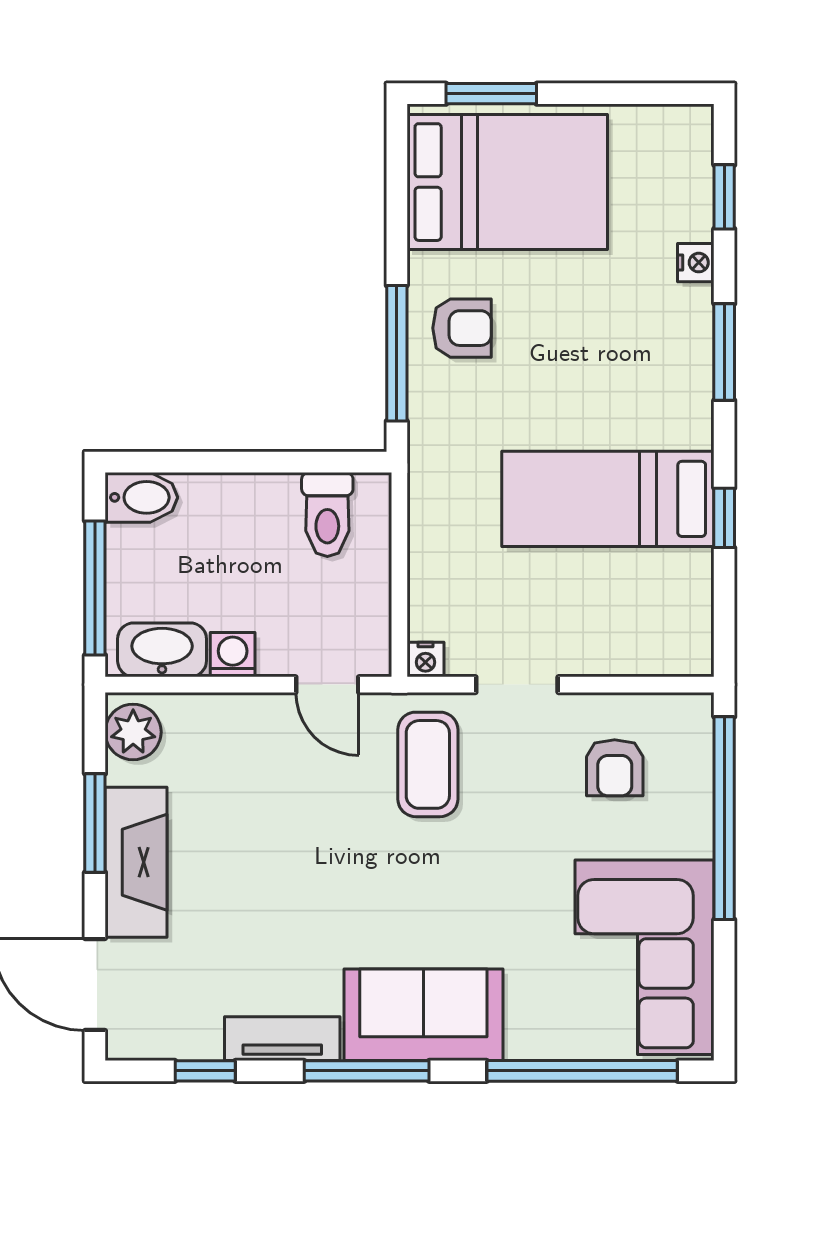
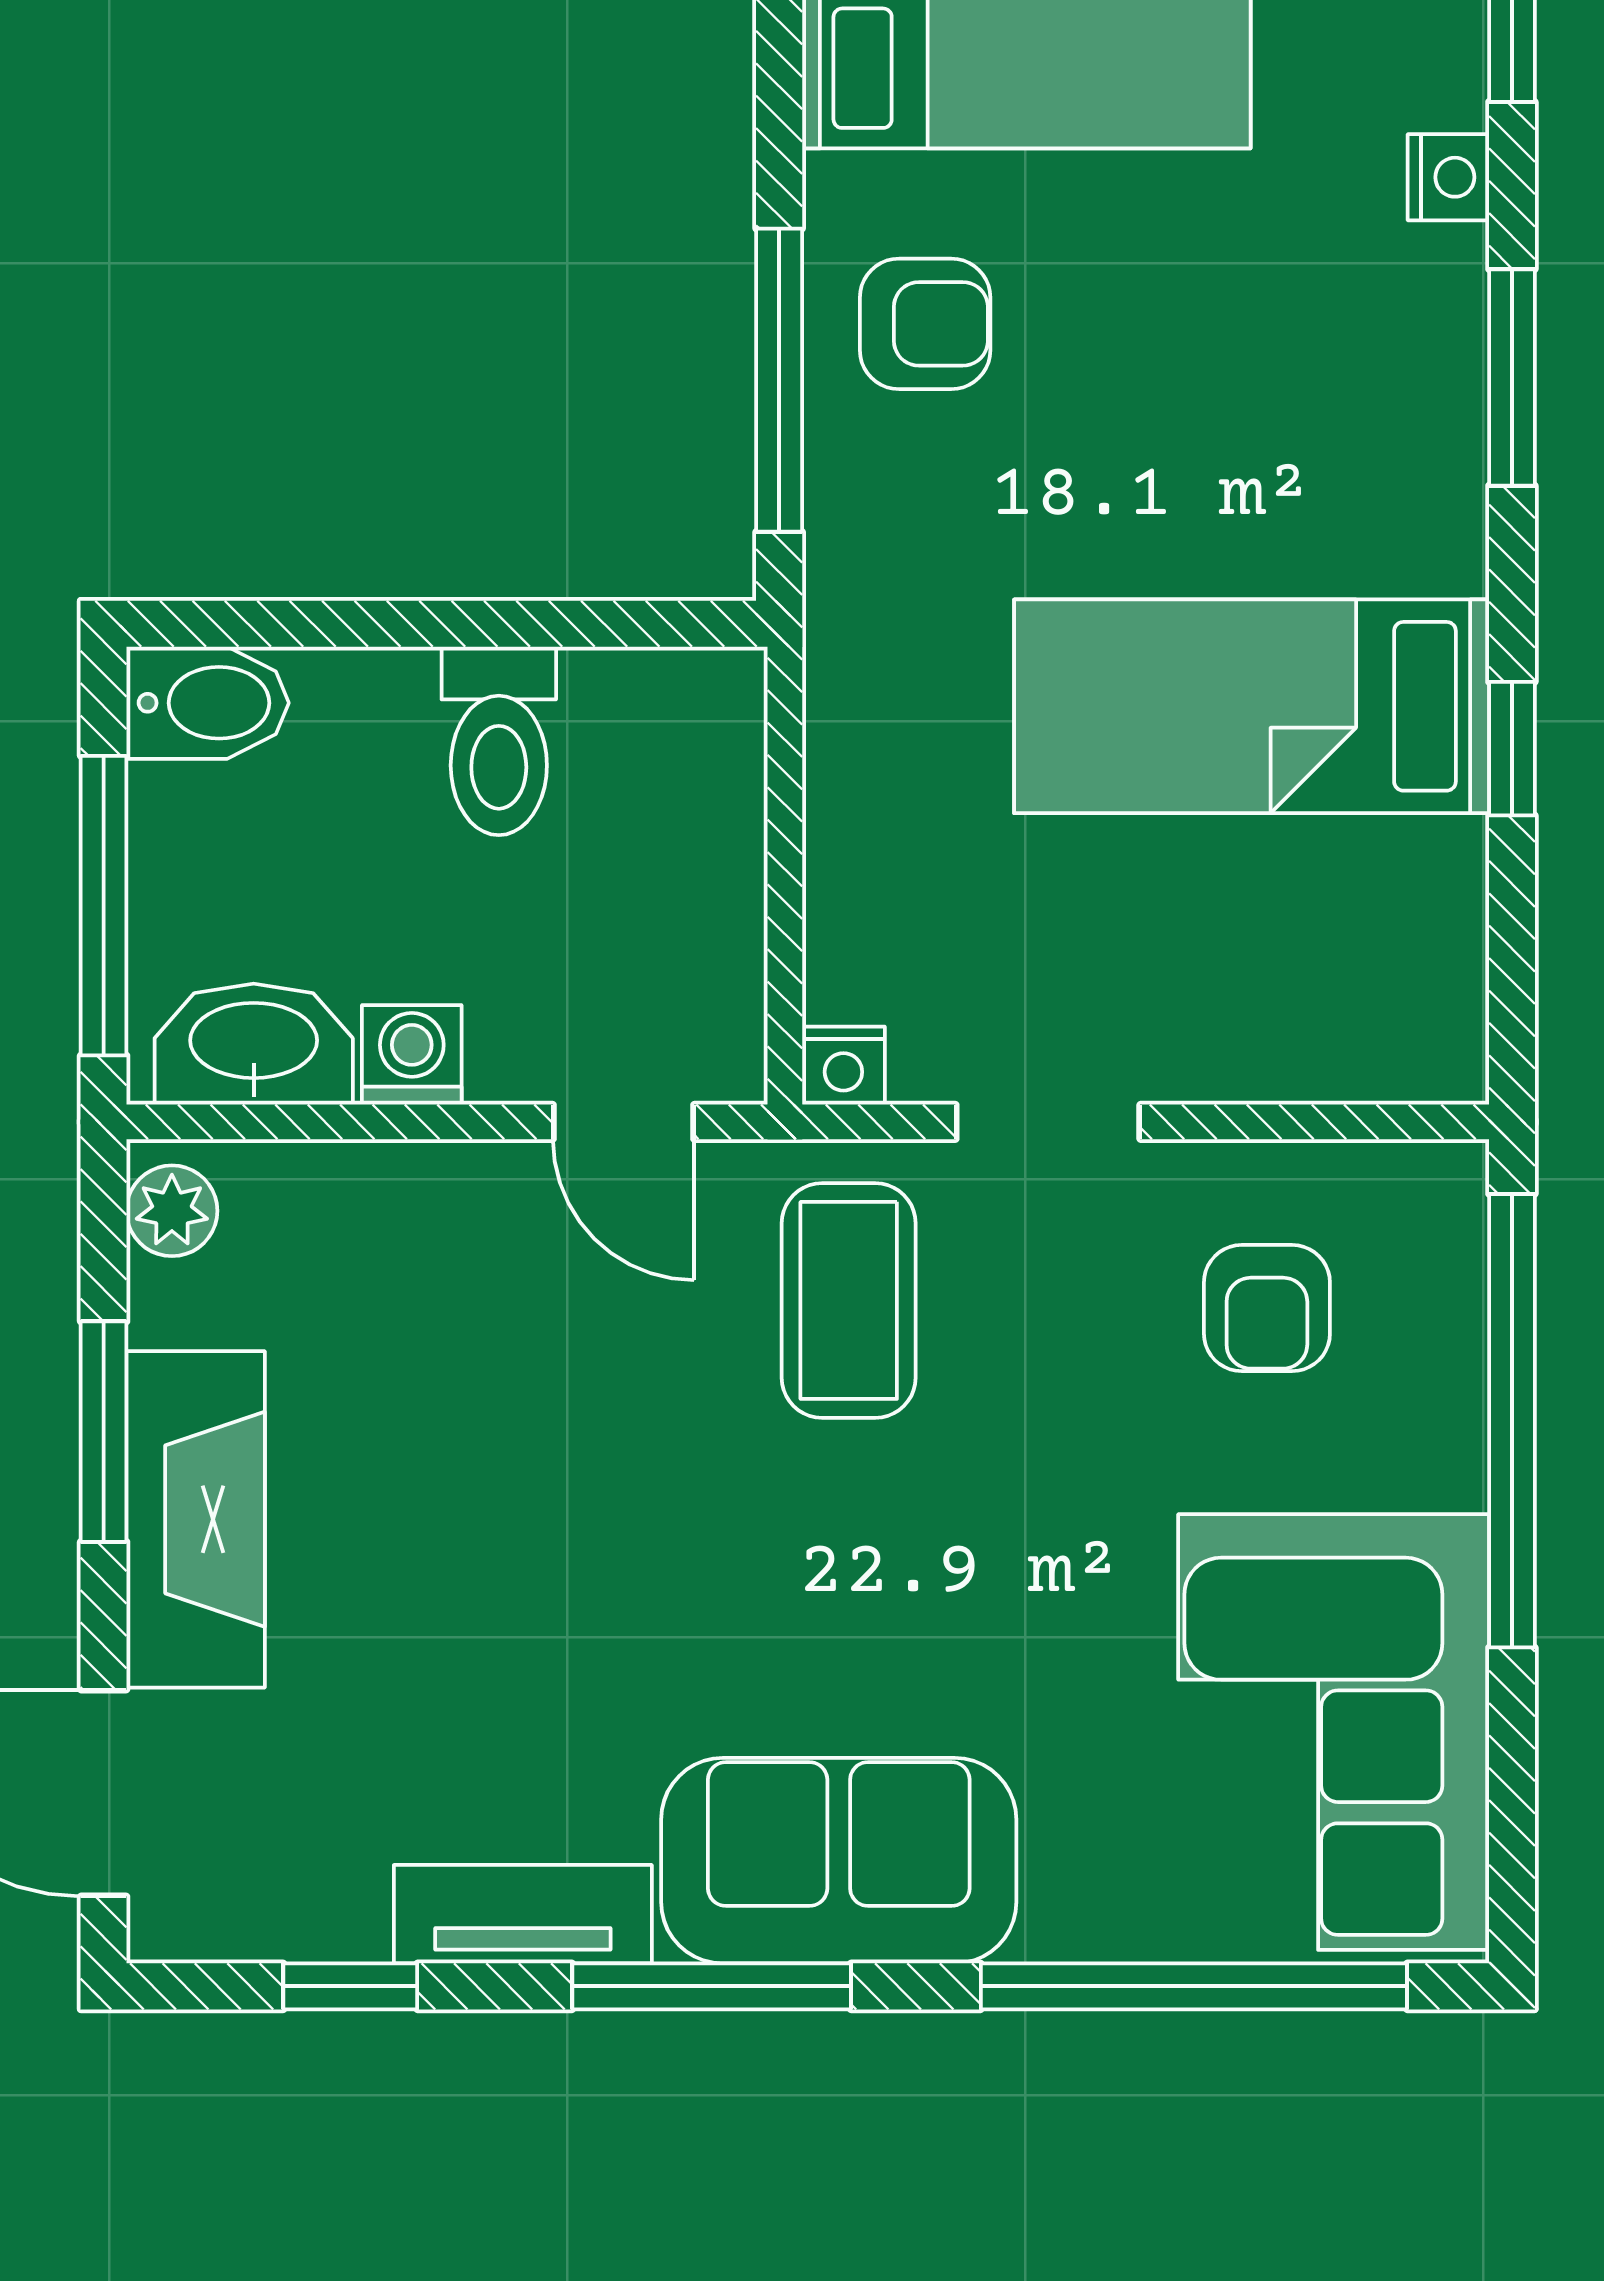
toilet: (327, 514) -> (499, 741), moved
plant: (133, 732) -> (172, 1211), width x0.73, depth x0.73

